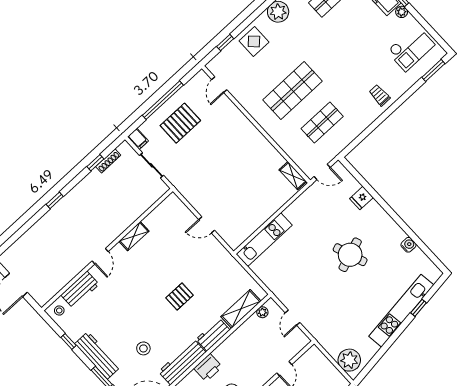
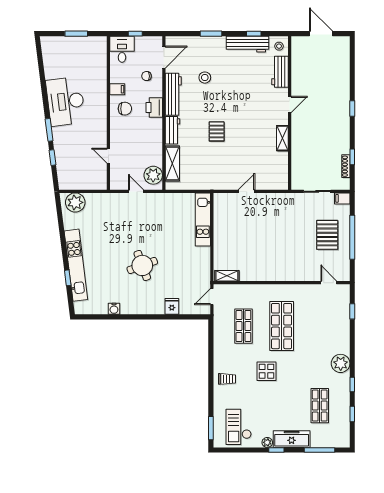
display table: (254, 41) -> (266, 371), moved
door: (100, 256) -> (290, 104), swing flipped
plant: (262, 312) -> (153, 175), width x1.87, depth x1.87
workbench: (98, 355) -> (248, 44), moved

